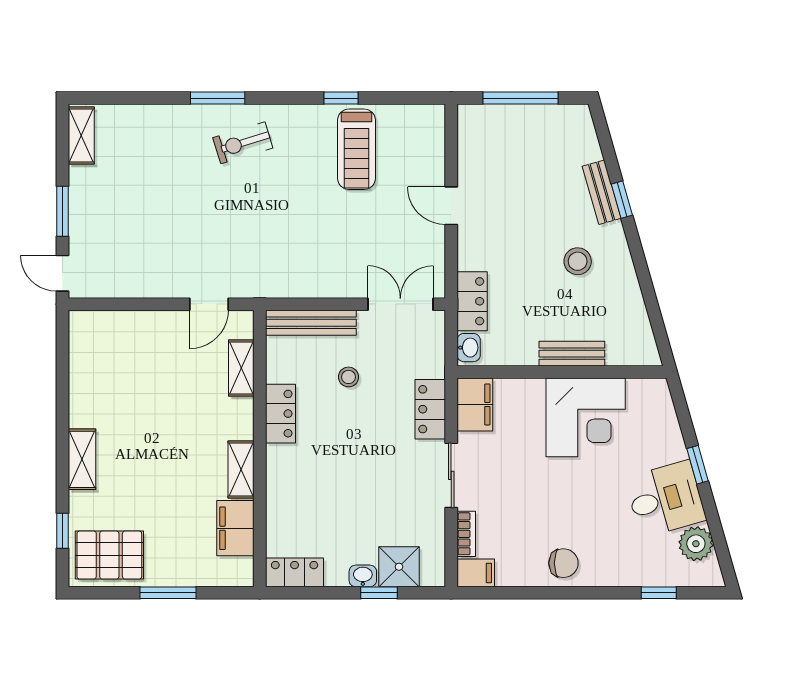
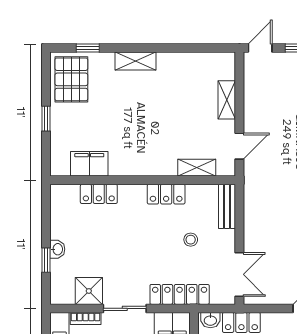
door: (209, 304) -> (239, 146), swing flipped
bench: (311, 323) -> (227, 206), width x0.73
locker: (430, 409) -> (180, 294), width x1.53
shelving: (241, 469) -> (227, 100), moved, turned 90
shower: (399, 567) -> (89, 291), moved
locker: (295, 572) -> (99, 194), moved, turned 90
window: (168, 593) -> (46, 119), width x0.67

